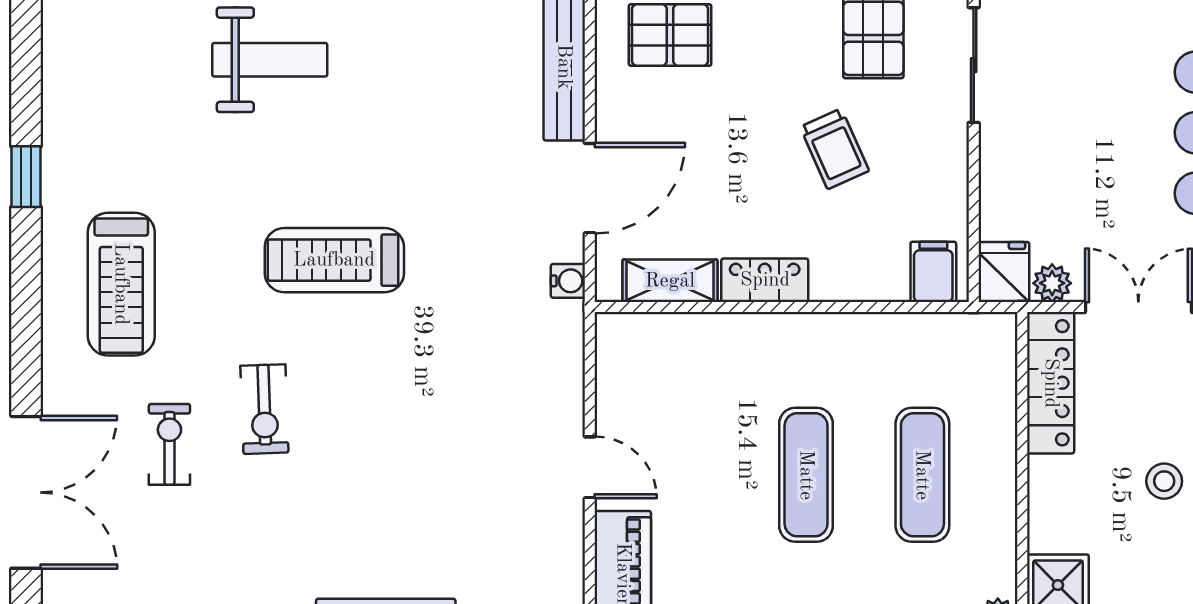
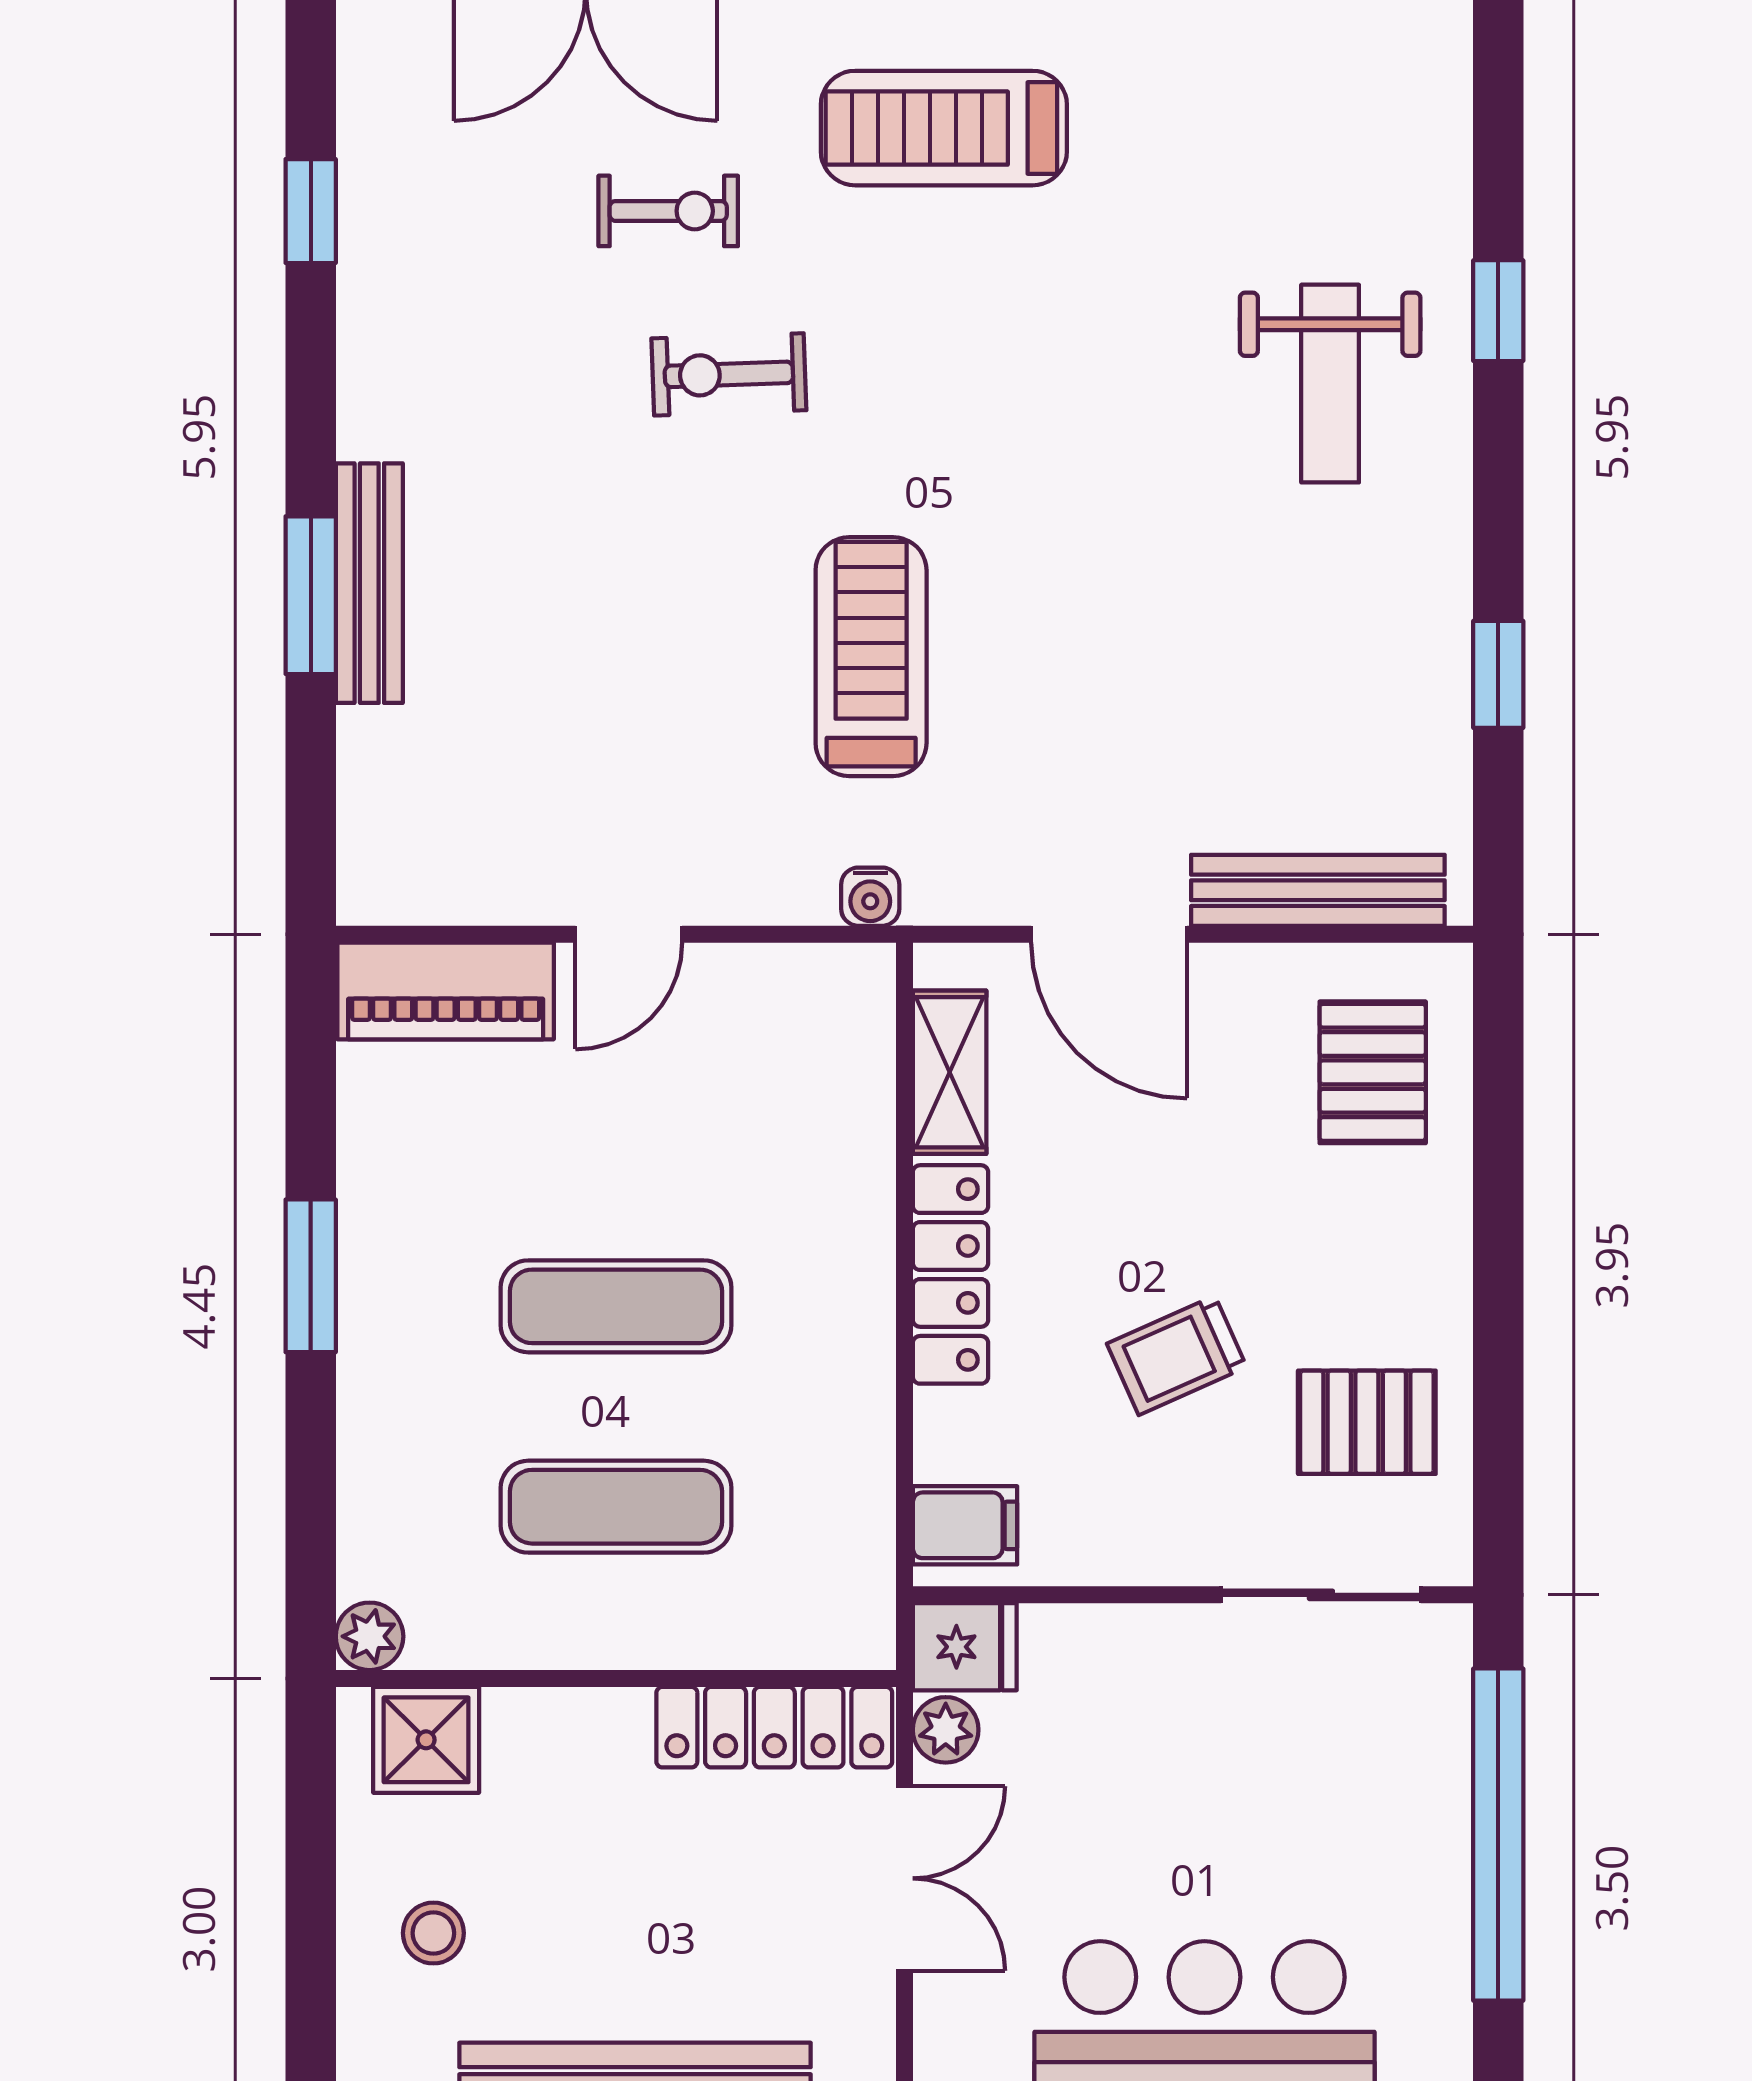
treadmill: (334, 260) -> (871, 657), moved
locker: (765, 280) -> (951, 1274), width x1.53
water cooler: (568, 281) -> (870, 897), moved
stool: (1164, 481) -> (433, 1933), moved

